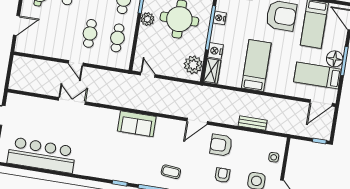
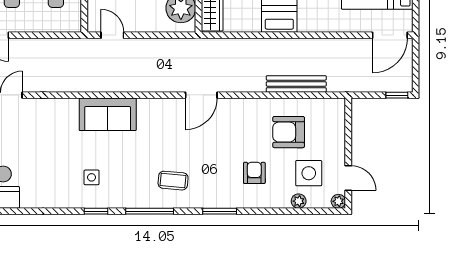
bench: (253, 123) -> (296, 84), width x1.36
armchair: (221, 145) -> (289, 132), moved
side table: (274, 157) -> (92, 177), moved

